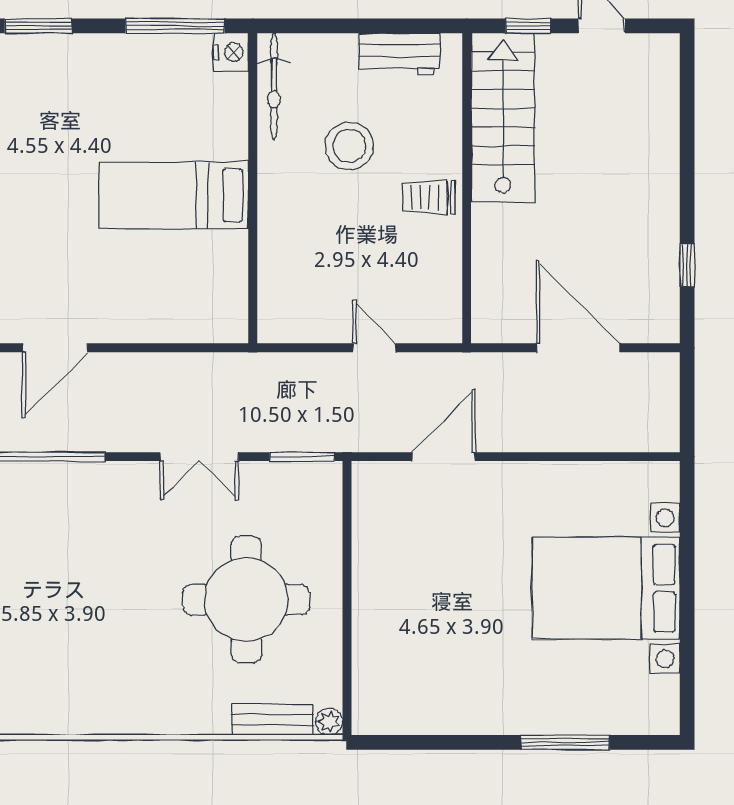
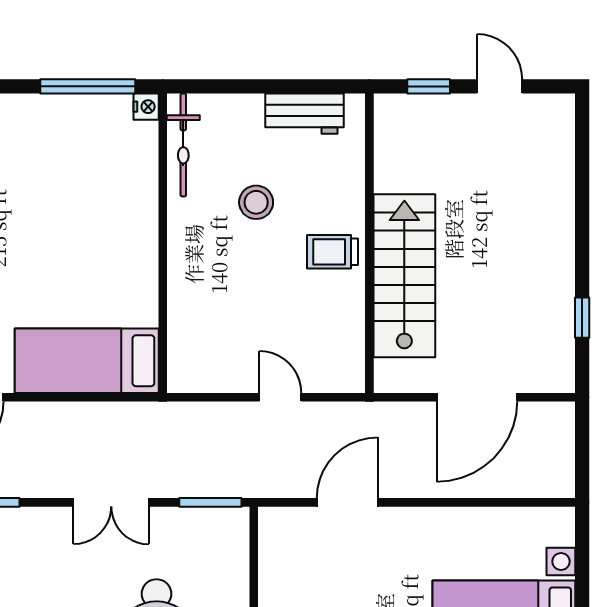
nightstand: (231, 52) -> (146, 107), width x0.72, depth x0.74
stairs: (503, 118) -> (404, 276), moved
stool: (349, 146) -> (256, 202), width x0.73, depth x0.73
bed: (174, 195) -> (87, 361), moved
door: (578, 348) -> (477, 397), swing flipped

